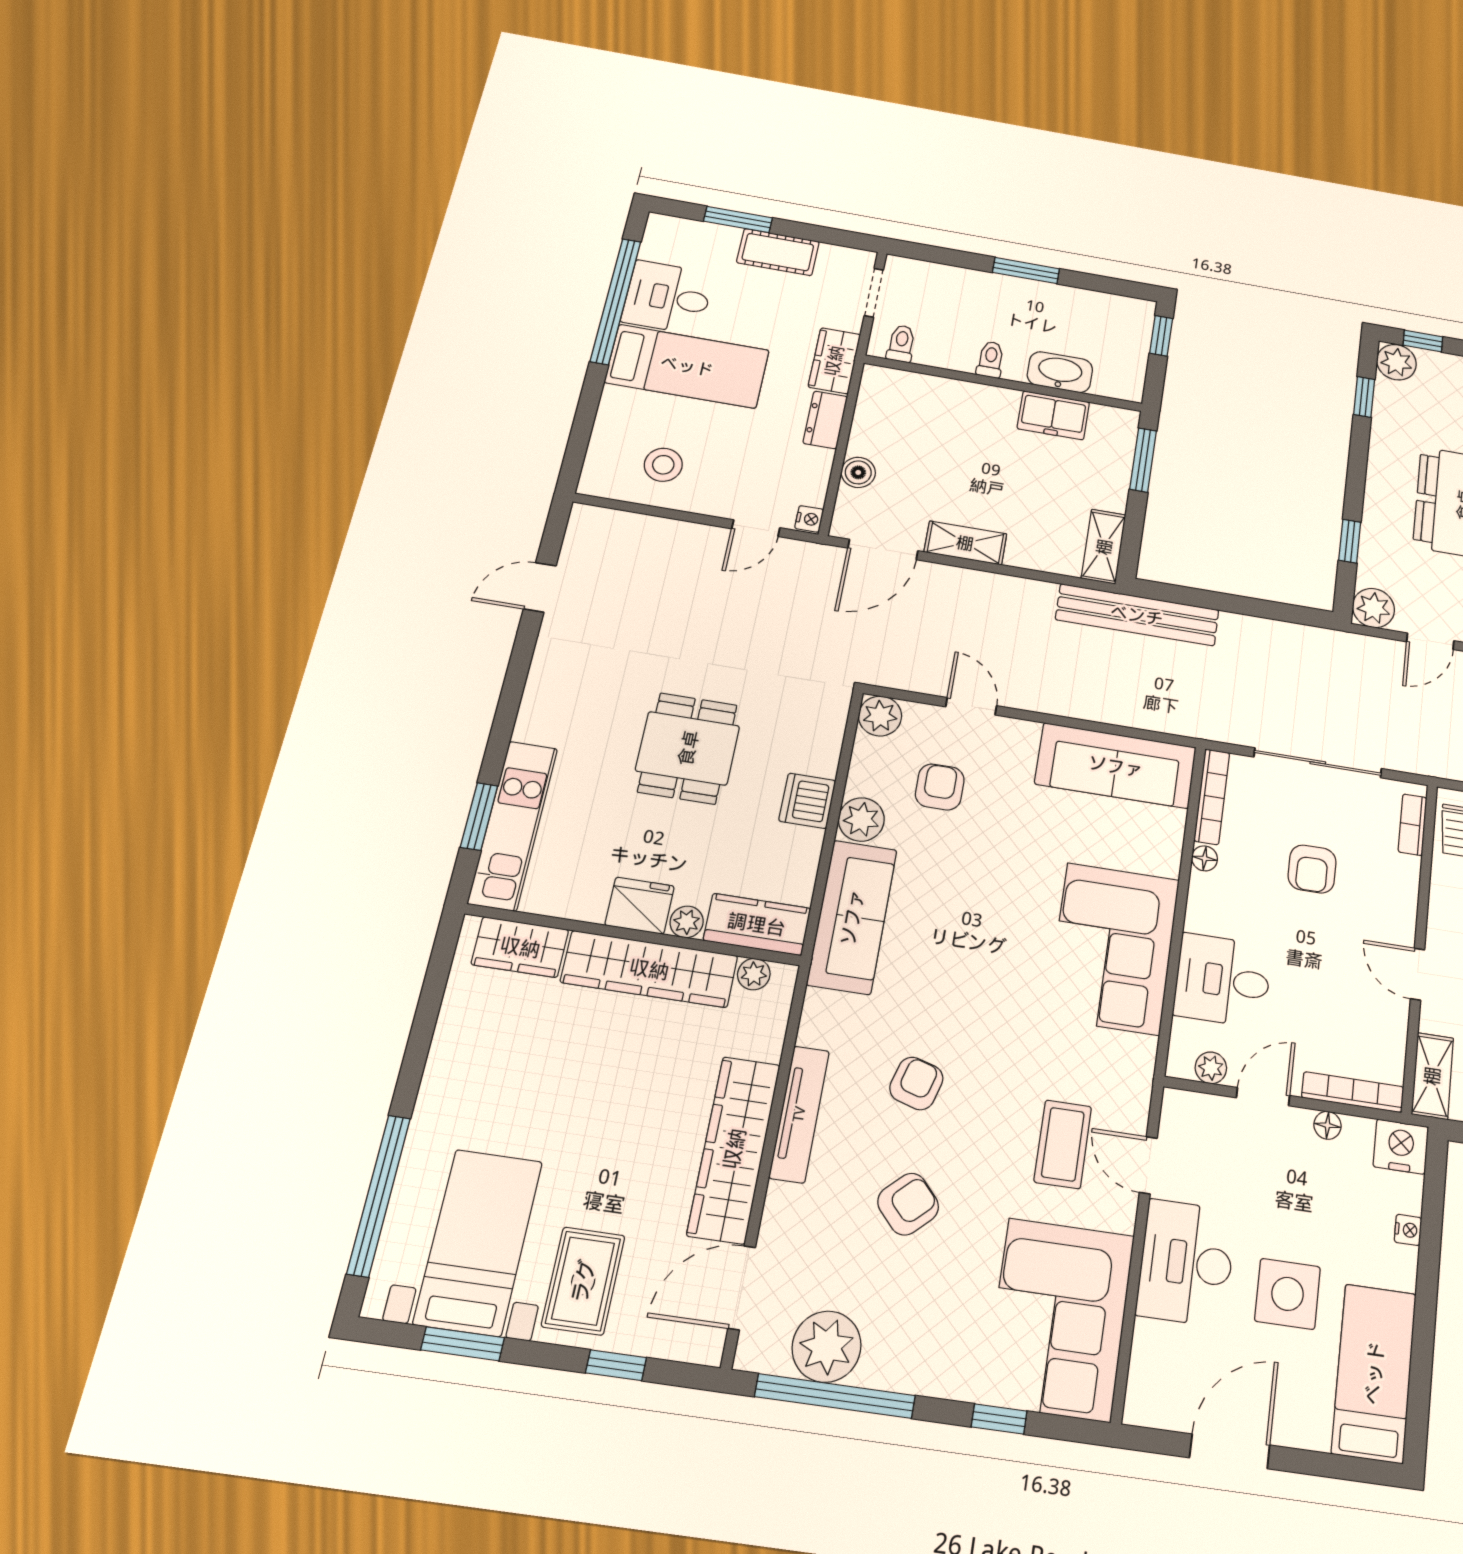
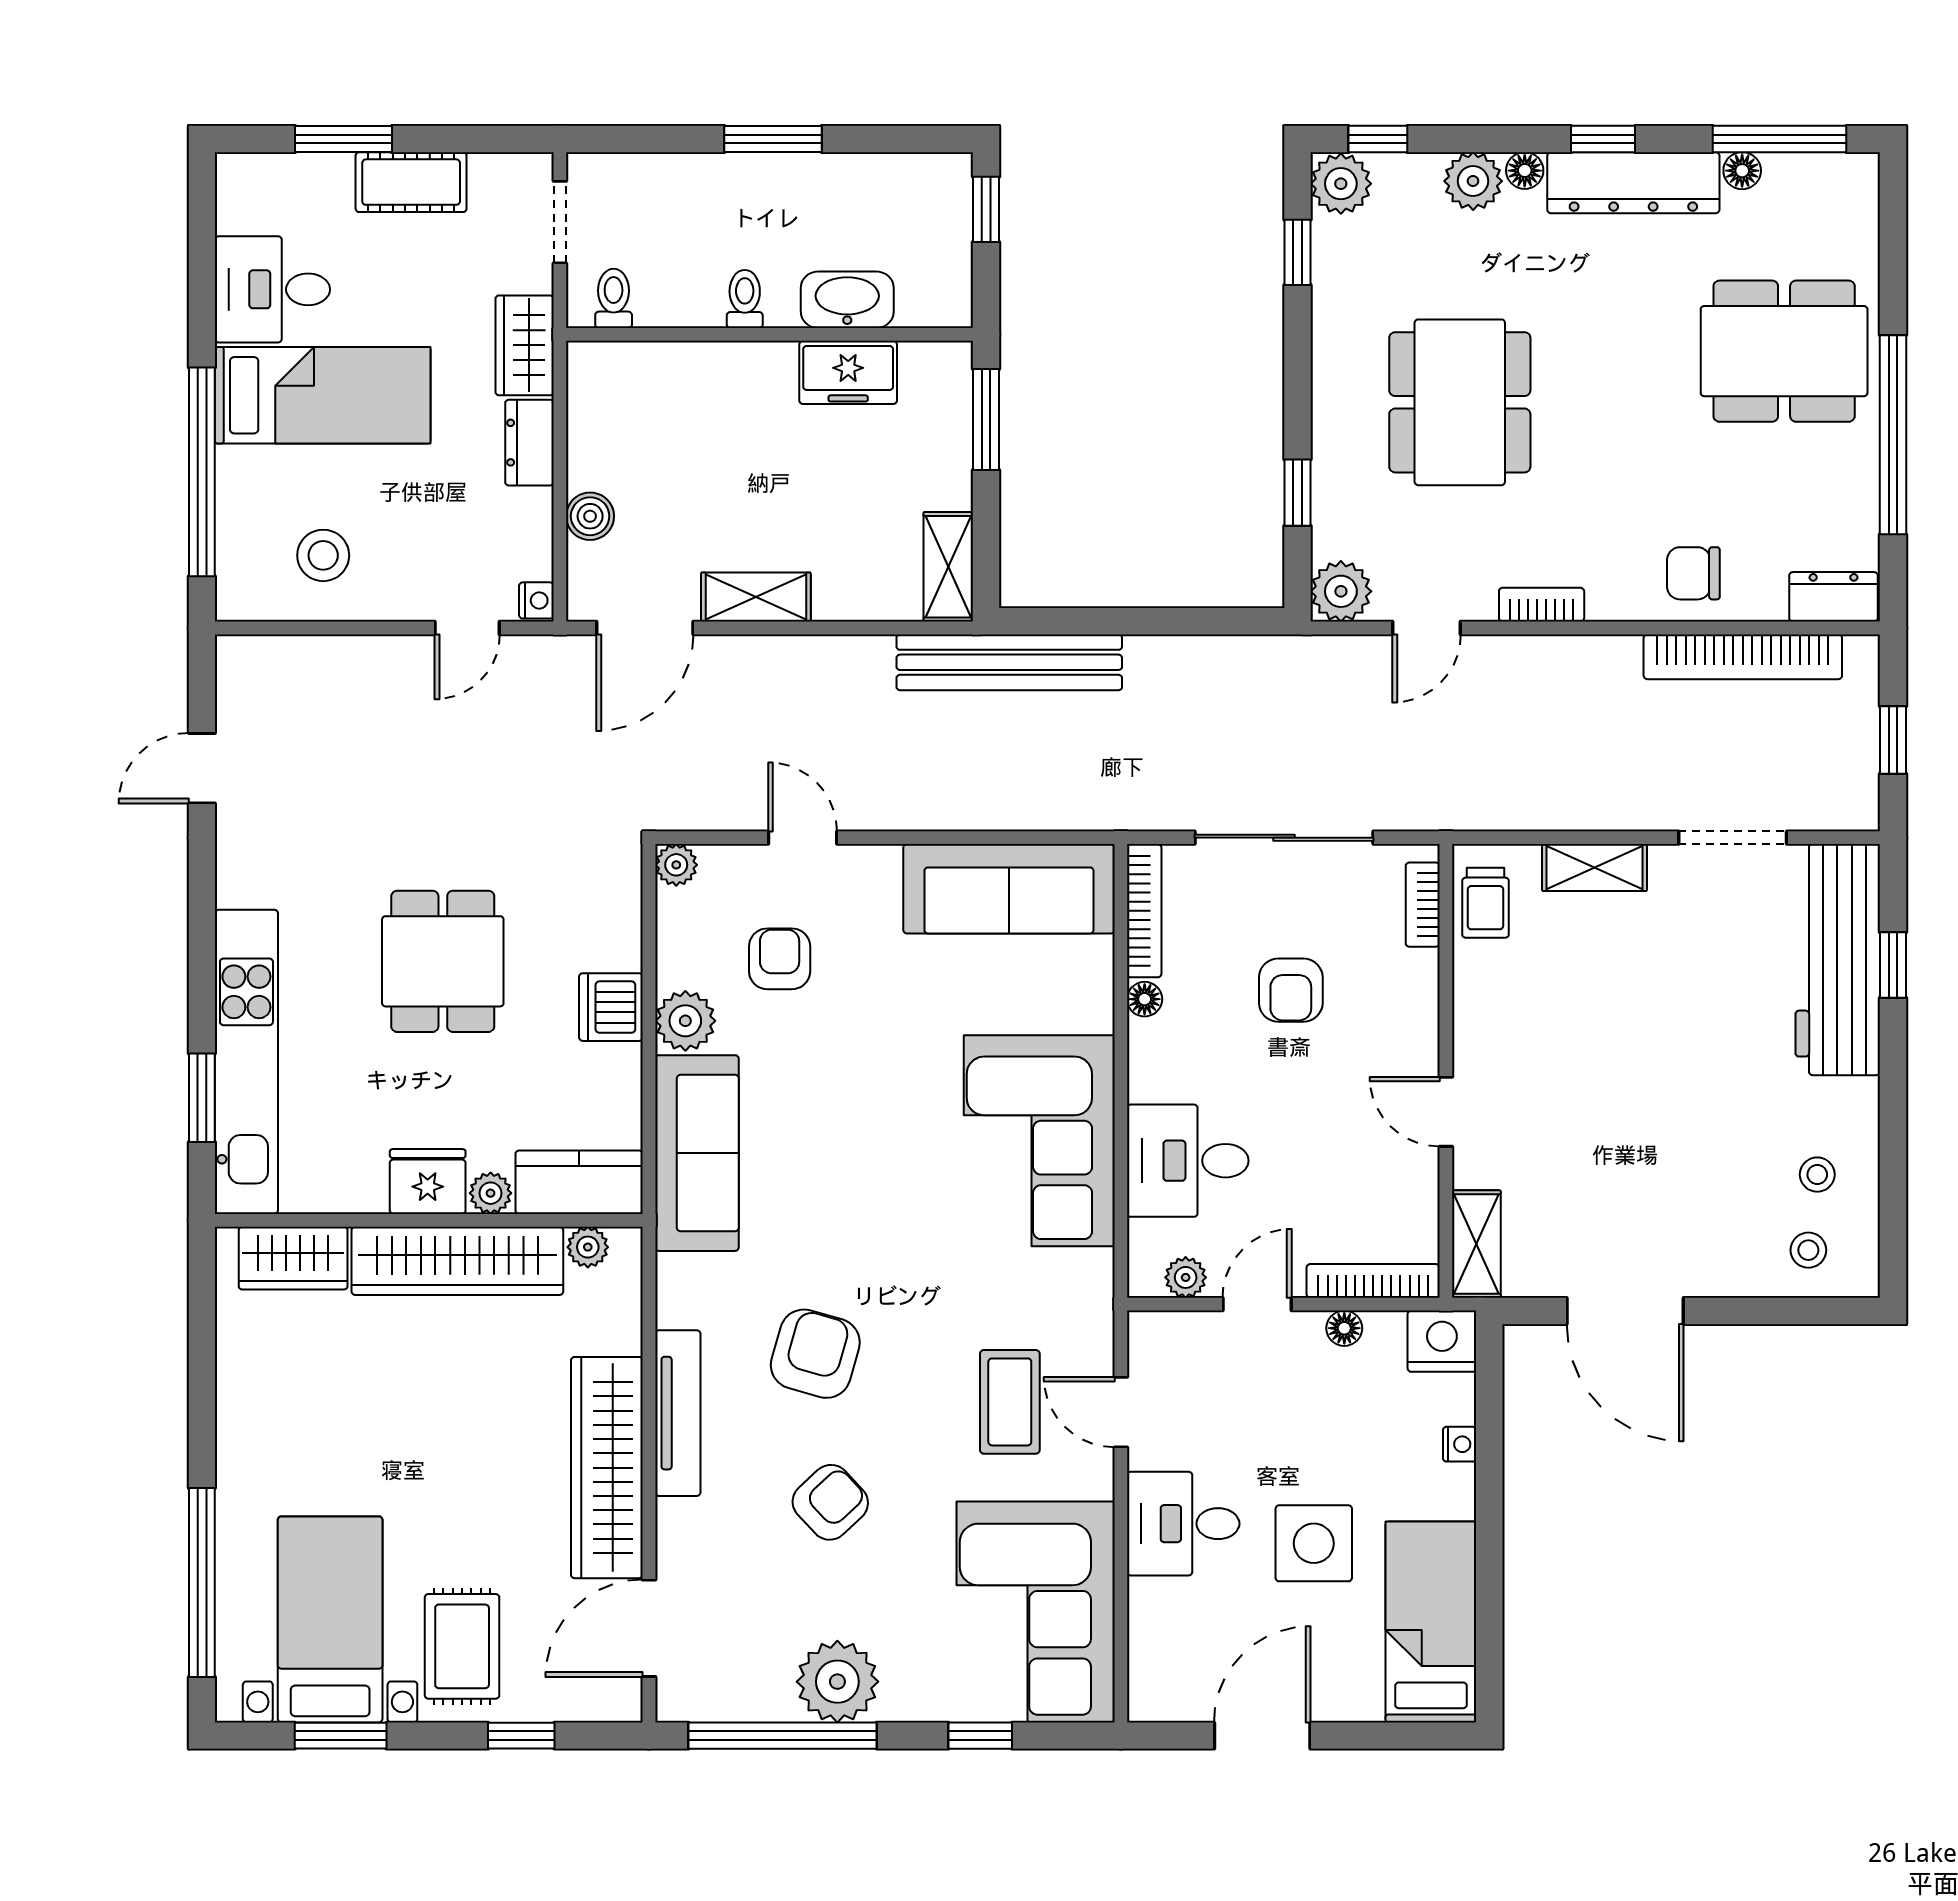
window: (616, 301) -> (202, 472), moved
plant: (880, 716) -> (676, 865), width x0.73, depth x0.73
kitchen unit: (513, 825) -> (246, 1062), width x1.36
armchair: (916, 1083) -> (815, 1354), width x1.38, depth x1.38
desk: (1186, 1263) -> (1183, 1524), width x0.73
plant: (827, 1347) -> (837, 1682), moved

